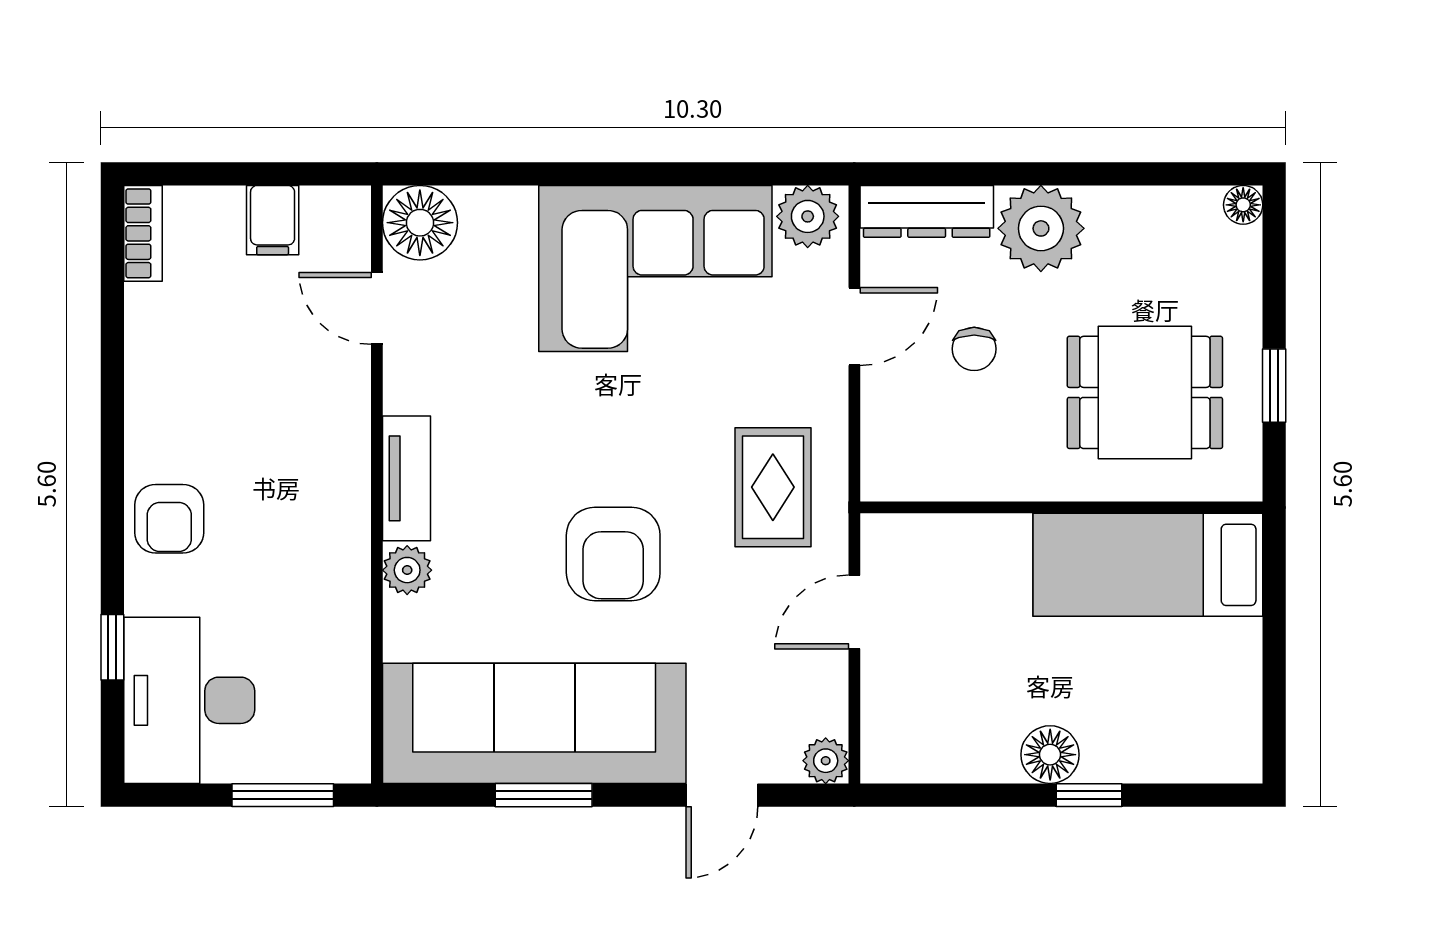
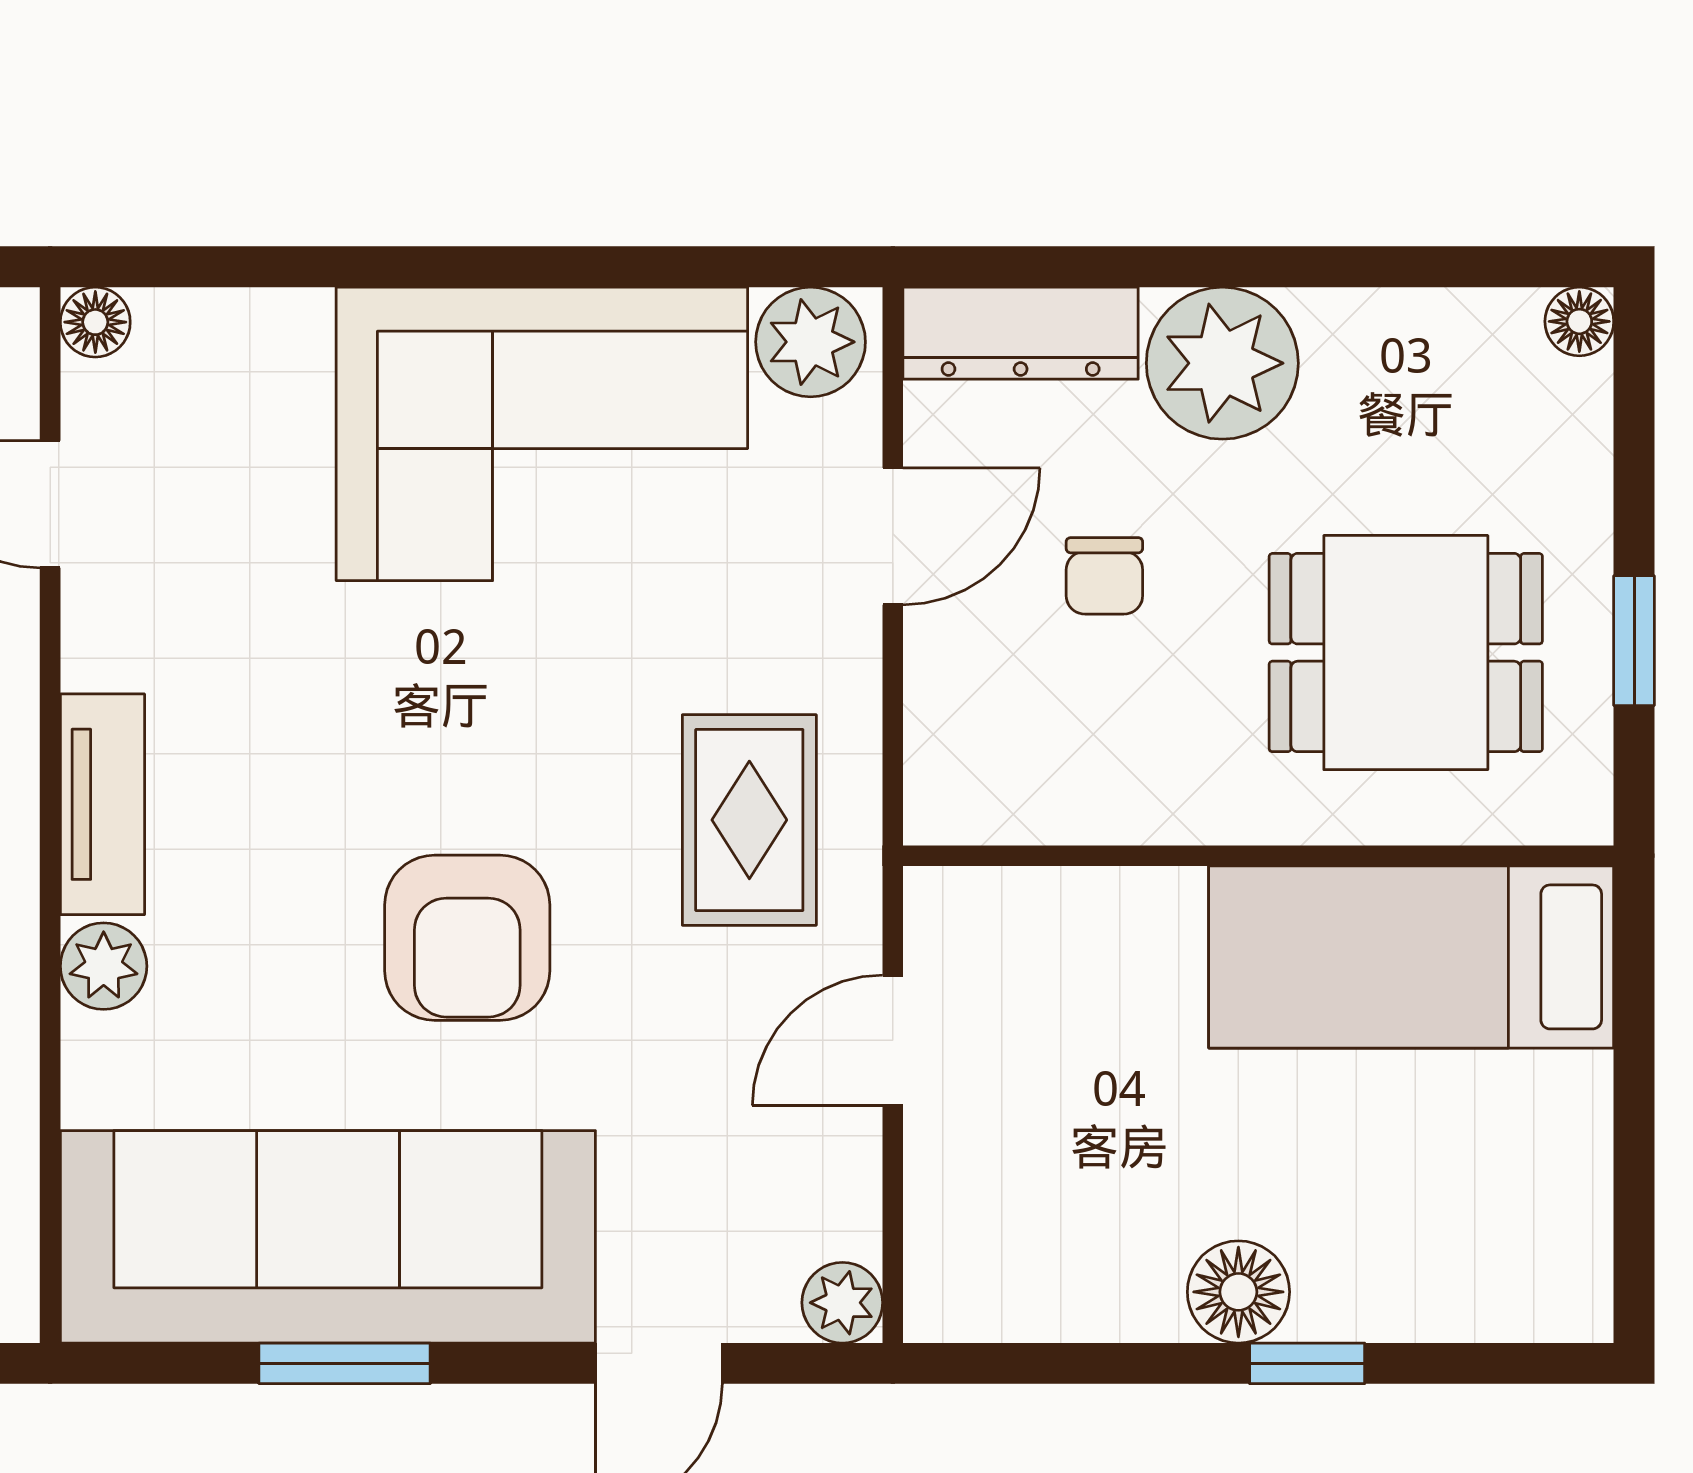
floor lamp: (420, 223) -> (95, 322), width x0.53, depth x0.53

